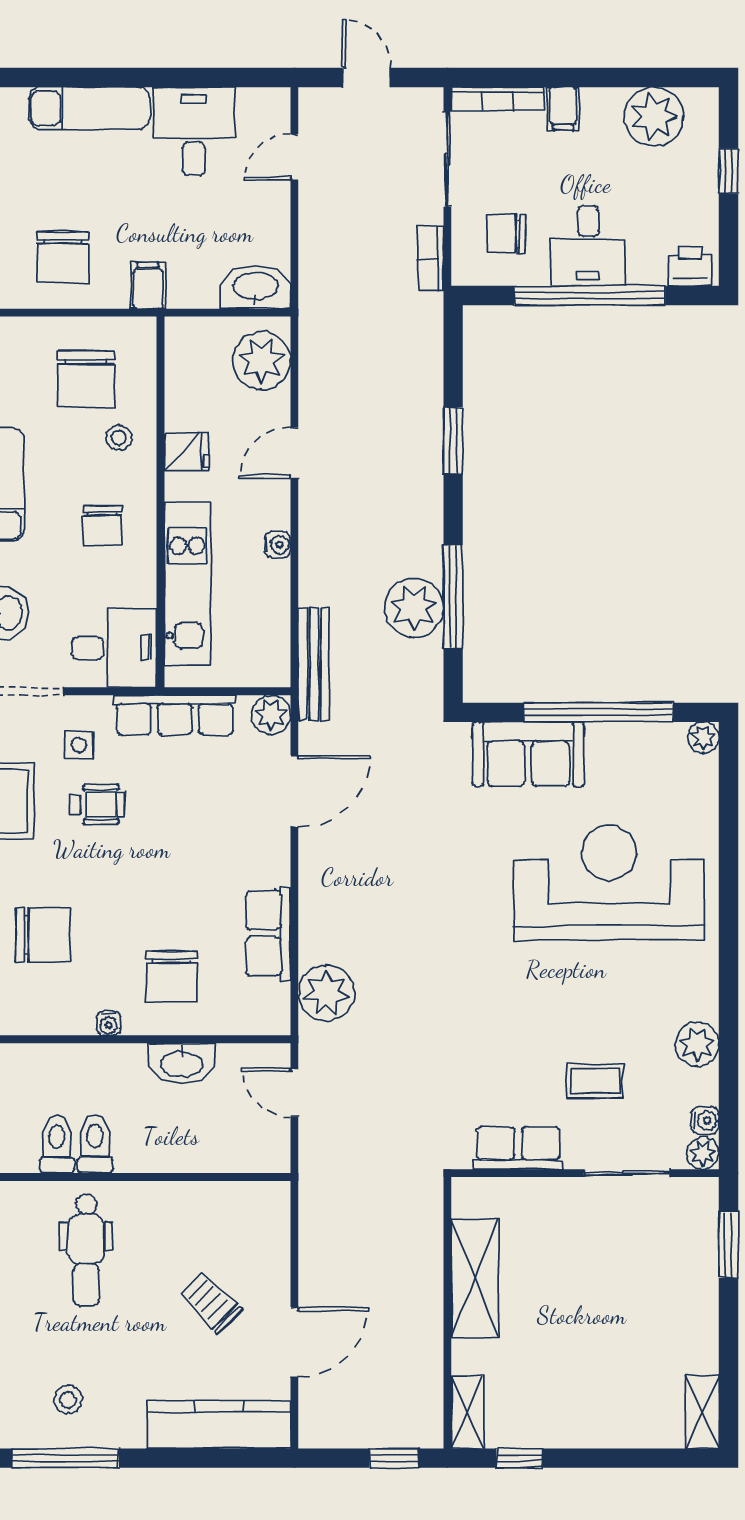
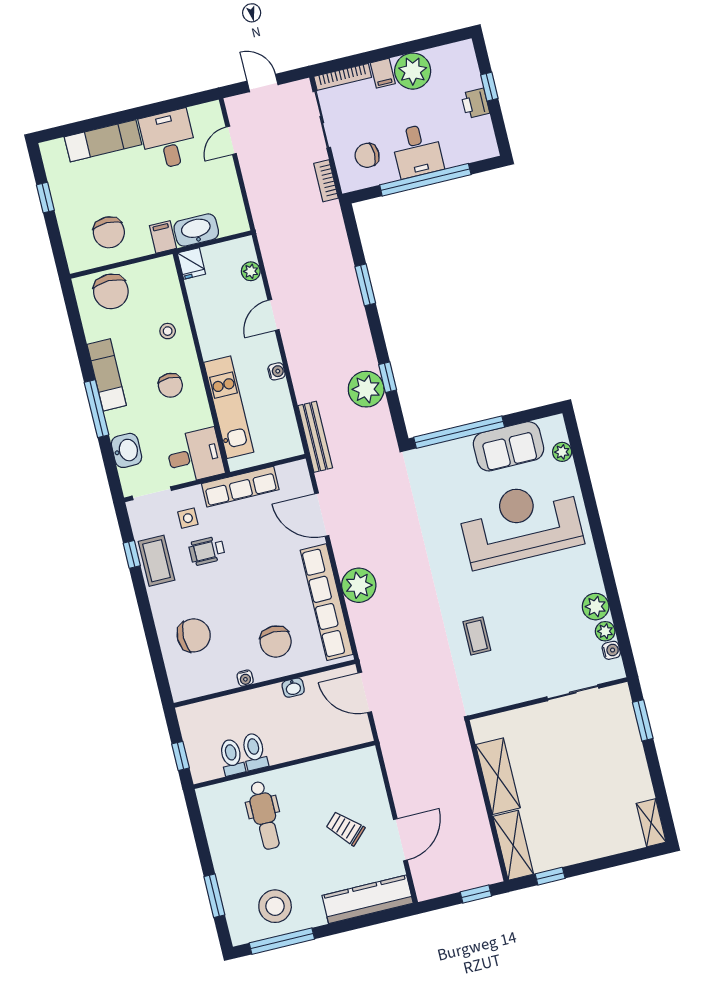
plant: (654, 117) -> (413, 71), moved
printer: (690, 266) -> (475, 103), moved, turned -90
washbasin: (255, 287) -> (196, 230), moved
plant: (261, 361) -> (251, 271), width x0.53, depth x0.53
chair: (86, 379) -> (111, 291), moved
fridge: (187, 452) -> (191, 263), moved, turned 90
window: (453, 597) -> (388, 377), width x0.46
window: (598, 712) -> (459, 432), moved
plant: (271, 715) -> (297, 473), removed
plant: (703, 738) -> (562, 452), moved
sofa: (528, 754) -> (509, 446), moved
door: (294, 791) -> (322, 515), swing flipped
wheelchair: (97, 804) -> (207, 551), turned 180
row of seats: (268, 933) -> (327, 602), width x2.02
plant: (326, 993) -> (359, 585), moved
washbasin: (182, 1063) -> (293, 688), width x0.52, depth x0.69
coffee table: (595, 1081) -> (477, 636), moved, turned 90
door: (294, 1092) -> (365, 692), width x1.38
row of seats: (518, 1148) -> (505, 693), removed
plant: (703, 1153) -> (605, 631), moved
stool: (68, 1400) -> (275, 906), width x1.89, depth x1.89
shelving: (467, 1412) -> (513, 845), width x1.50, depth x1.33

